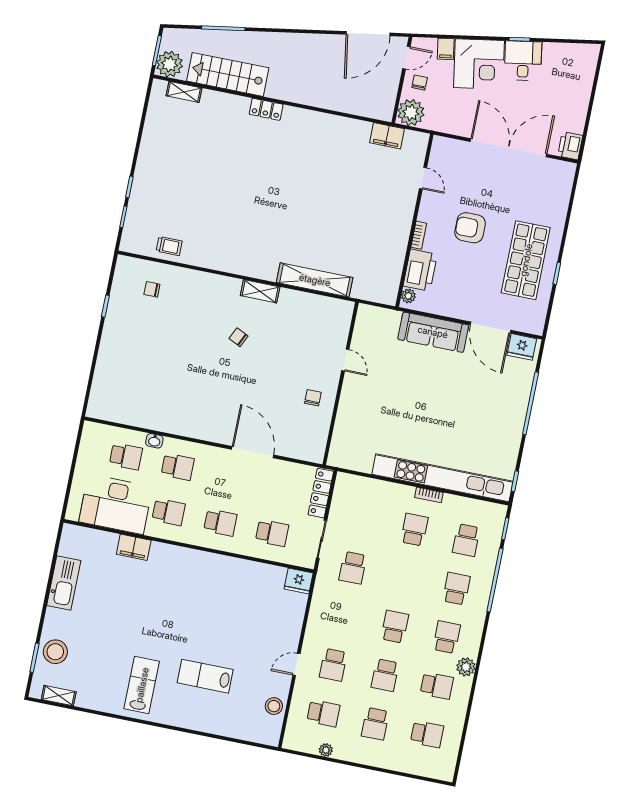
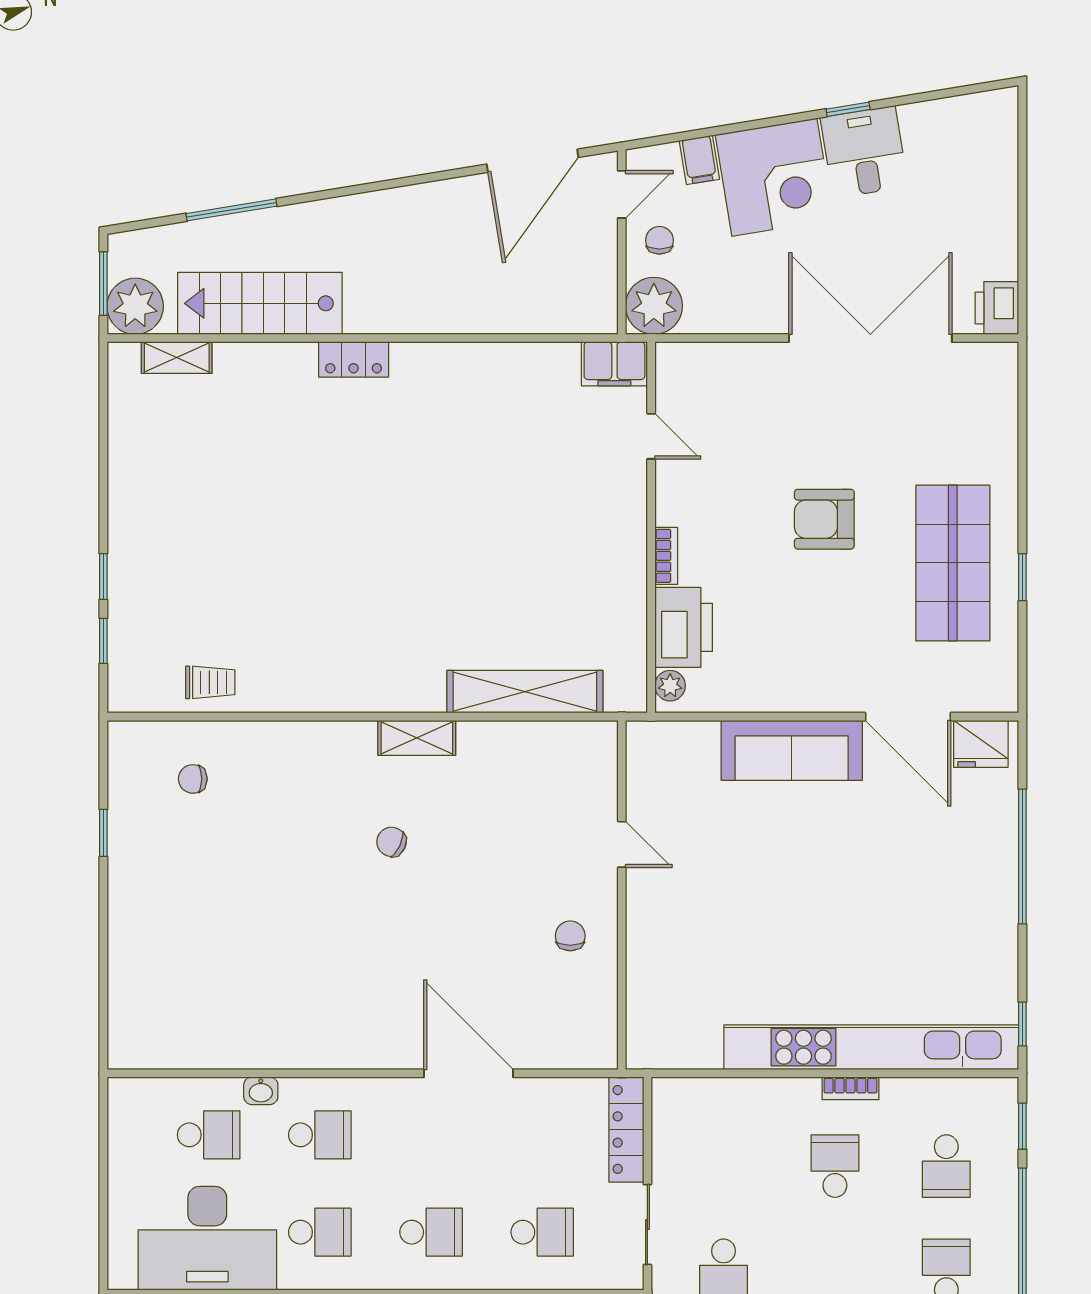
door: (423, 178) -> (651, 436), moved
wall: (414, 220) -> (651, 527), moved
bookcase: (419, 235) -> (666, 556), moved
printer: (420, 270) -> (684, 627), moved
plant: (408, 296) -> (670, 686), moved

